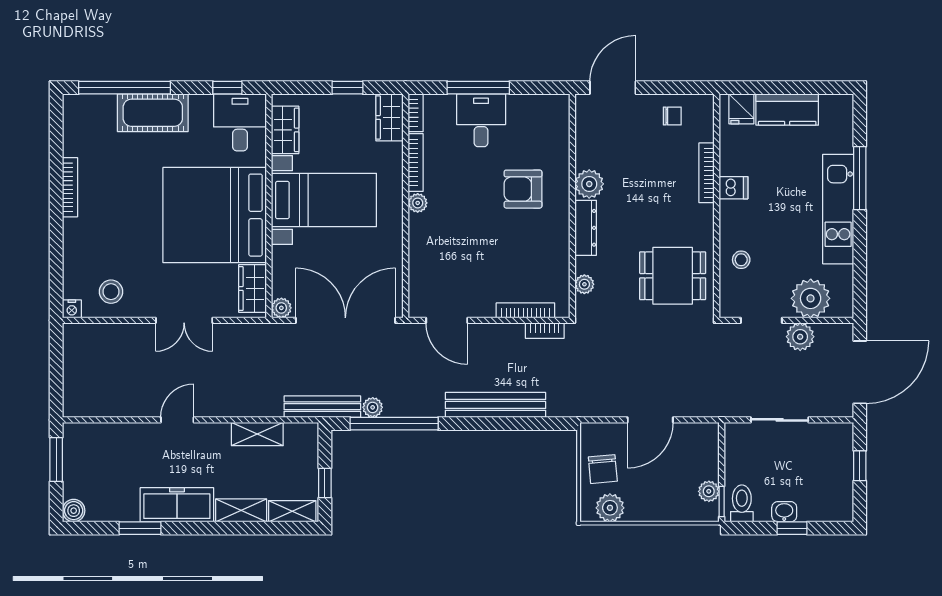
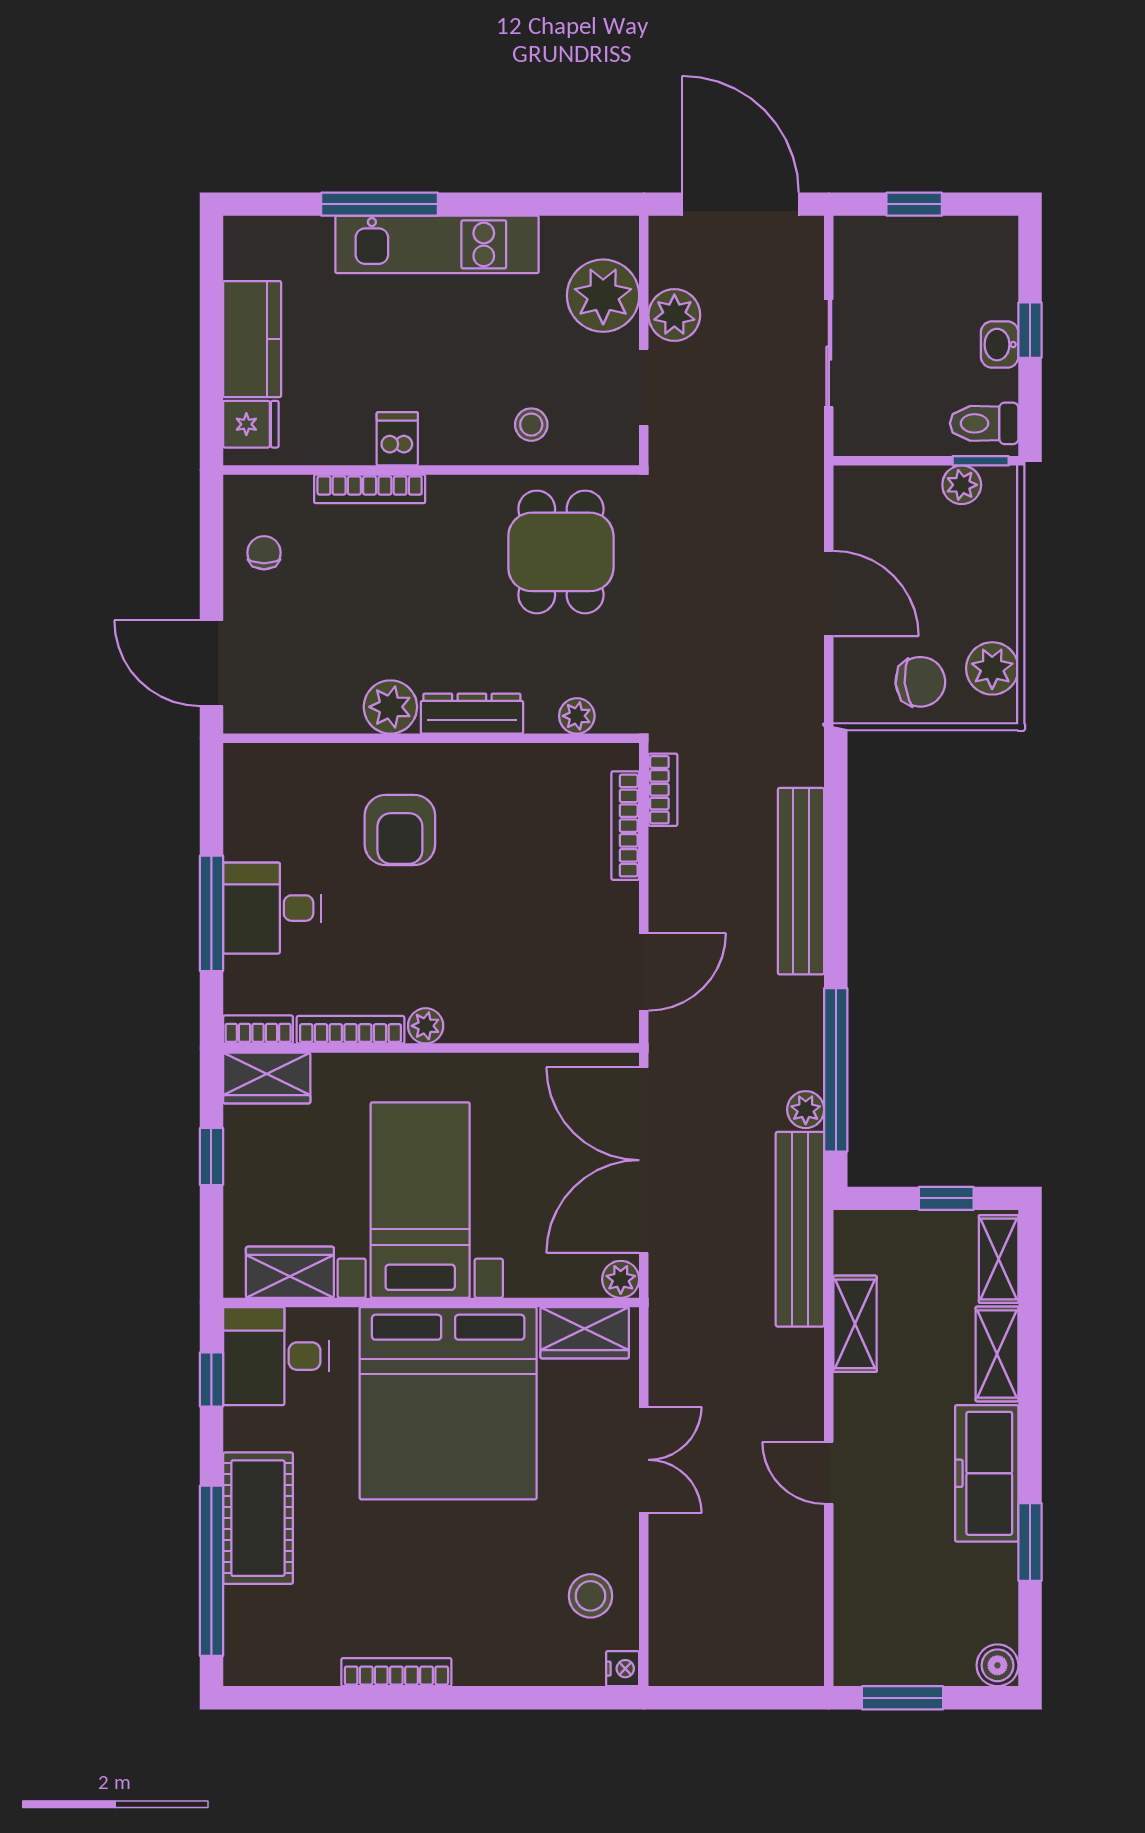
bench: (322, 407) -> (800, 1229), width x1.37, depth x1.21

